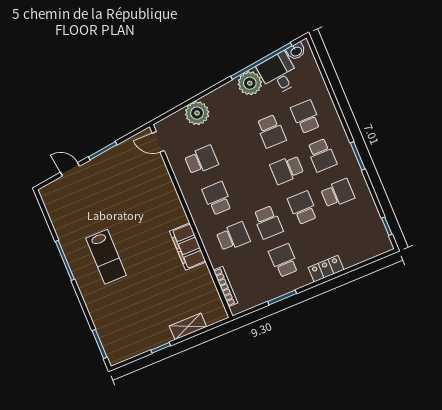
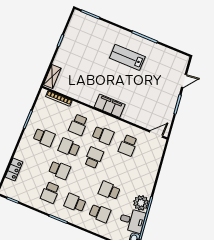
plant: (197, 113) -> (151, 165), removed
school desk: (287, 170) -> (94, 158), moved
filing cabinet: (188, 247) -> (110, 106), moved
locker: (326, 269) -> (14, 169), moved
shelving: (188, 326) -> (52, 77), moved

